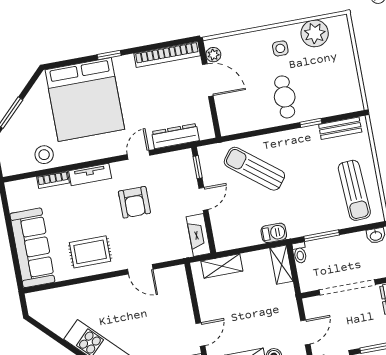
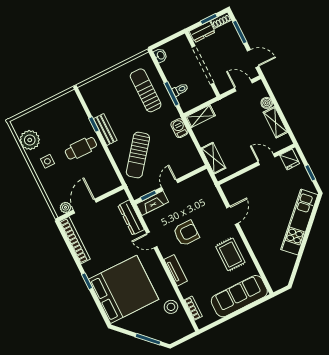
bench: (340, 128) -> (105, 130), moved
bookcase: (53, 180) -> (193, 308), moved
sun lounger: (354, 190) -> (146, 90), moved, turned -87
door: (203, 199) -> (170, 185), hinge flipped
fireplace: (198, 235) -> (152, 203), moved
toilet: (300, 253) -> (180, 90), moved

